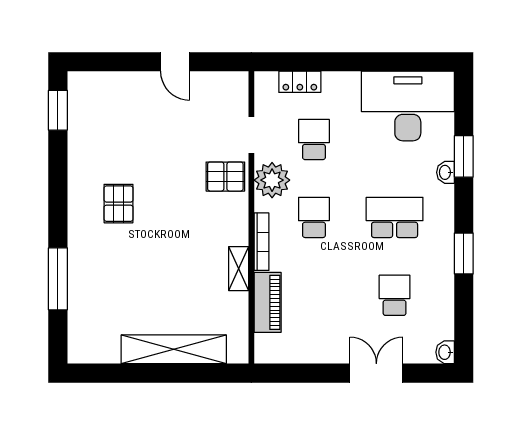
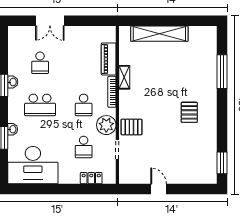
washbasin: (445, 352) -> (13, 82), moved

